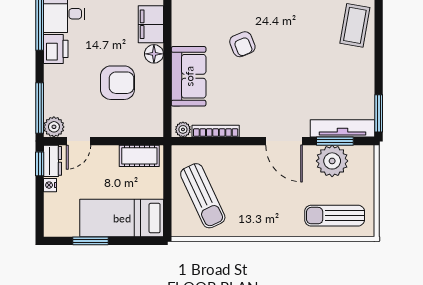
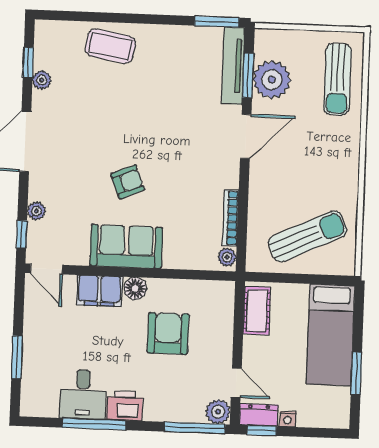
sofa: (189, 76) -> (126, 247), moved

